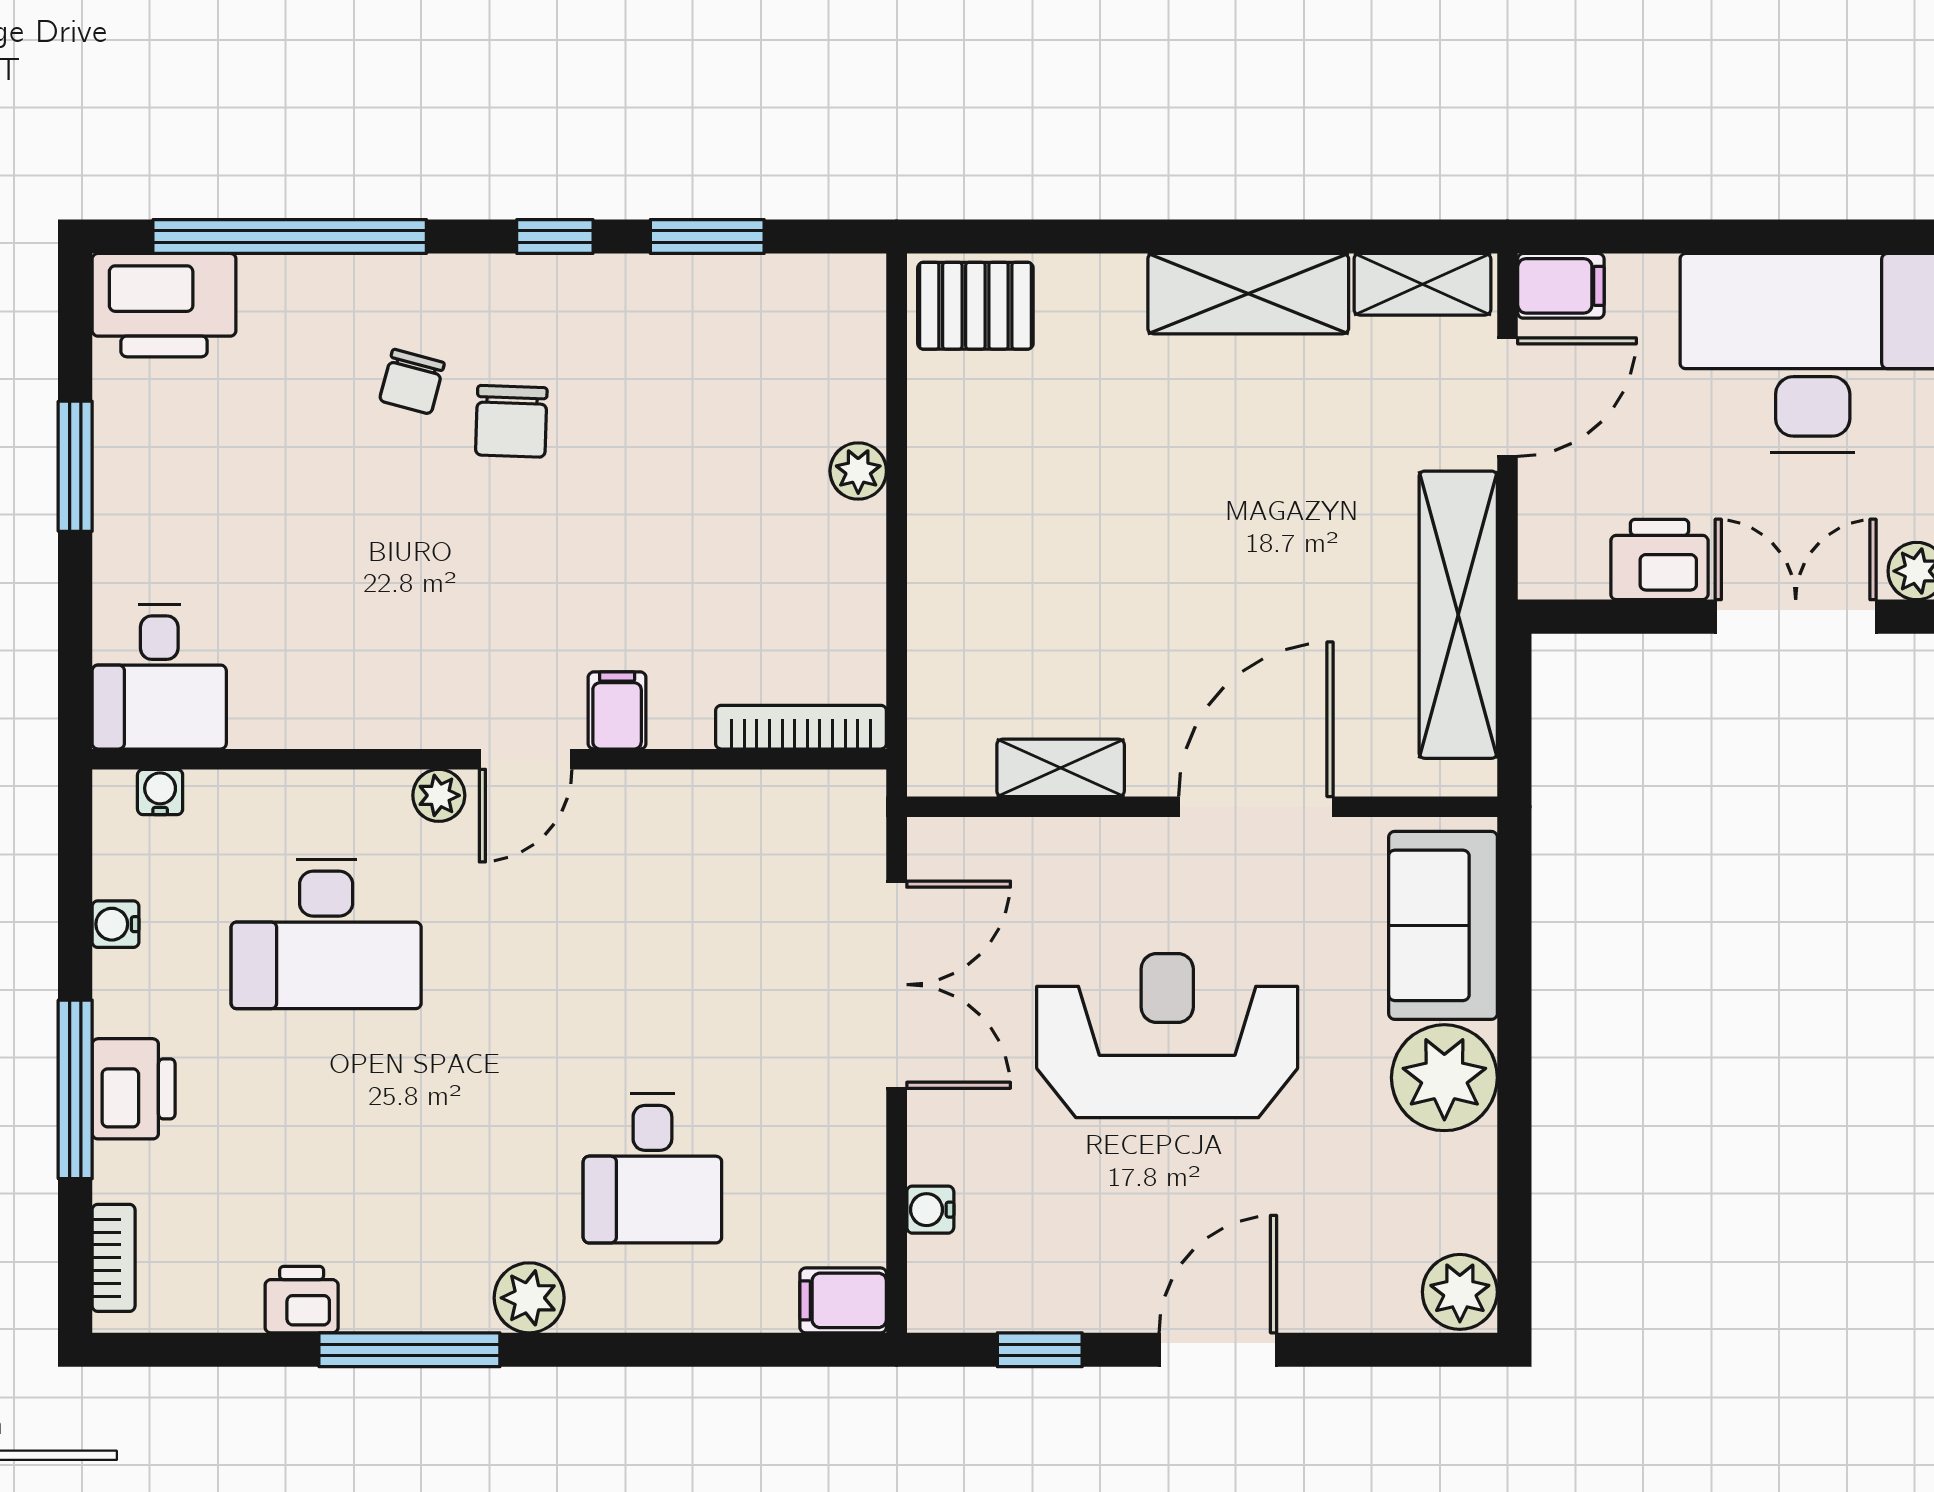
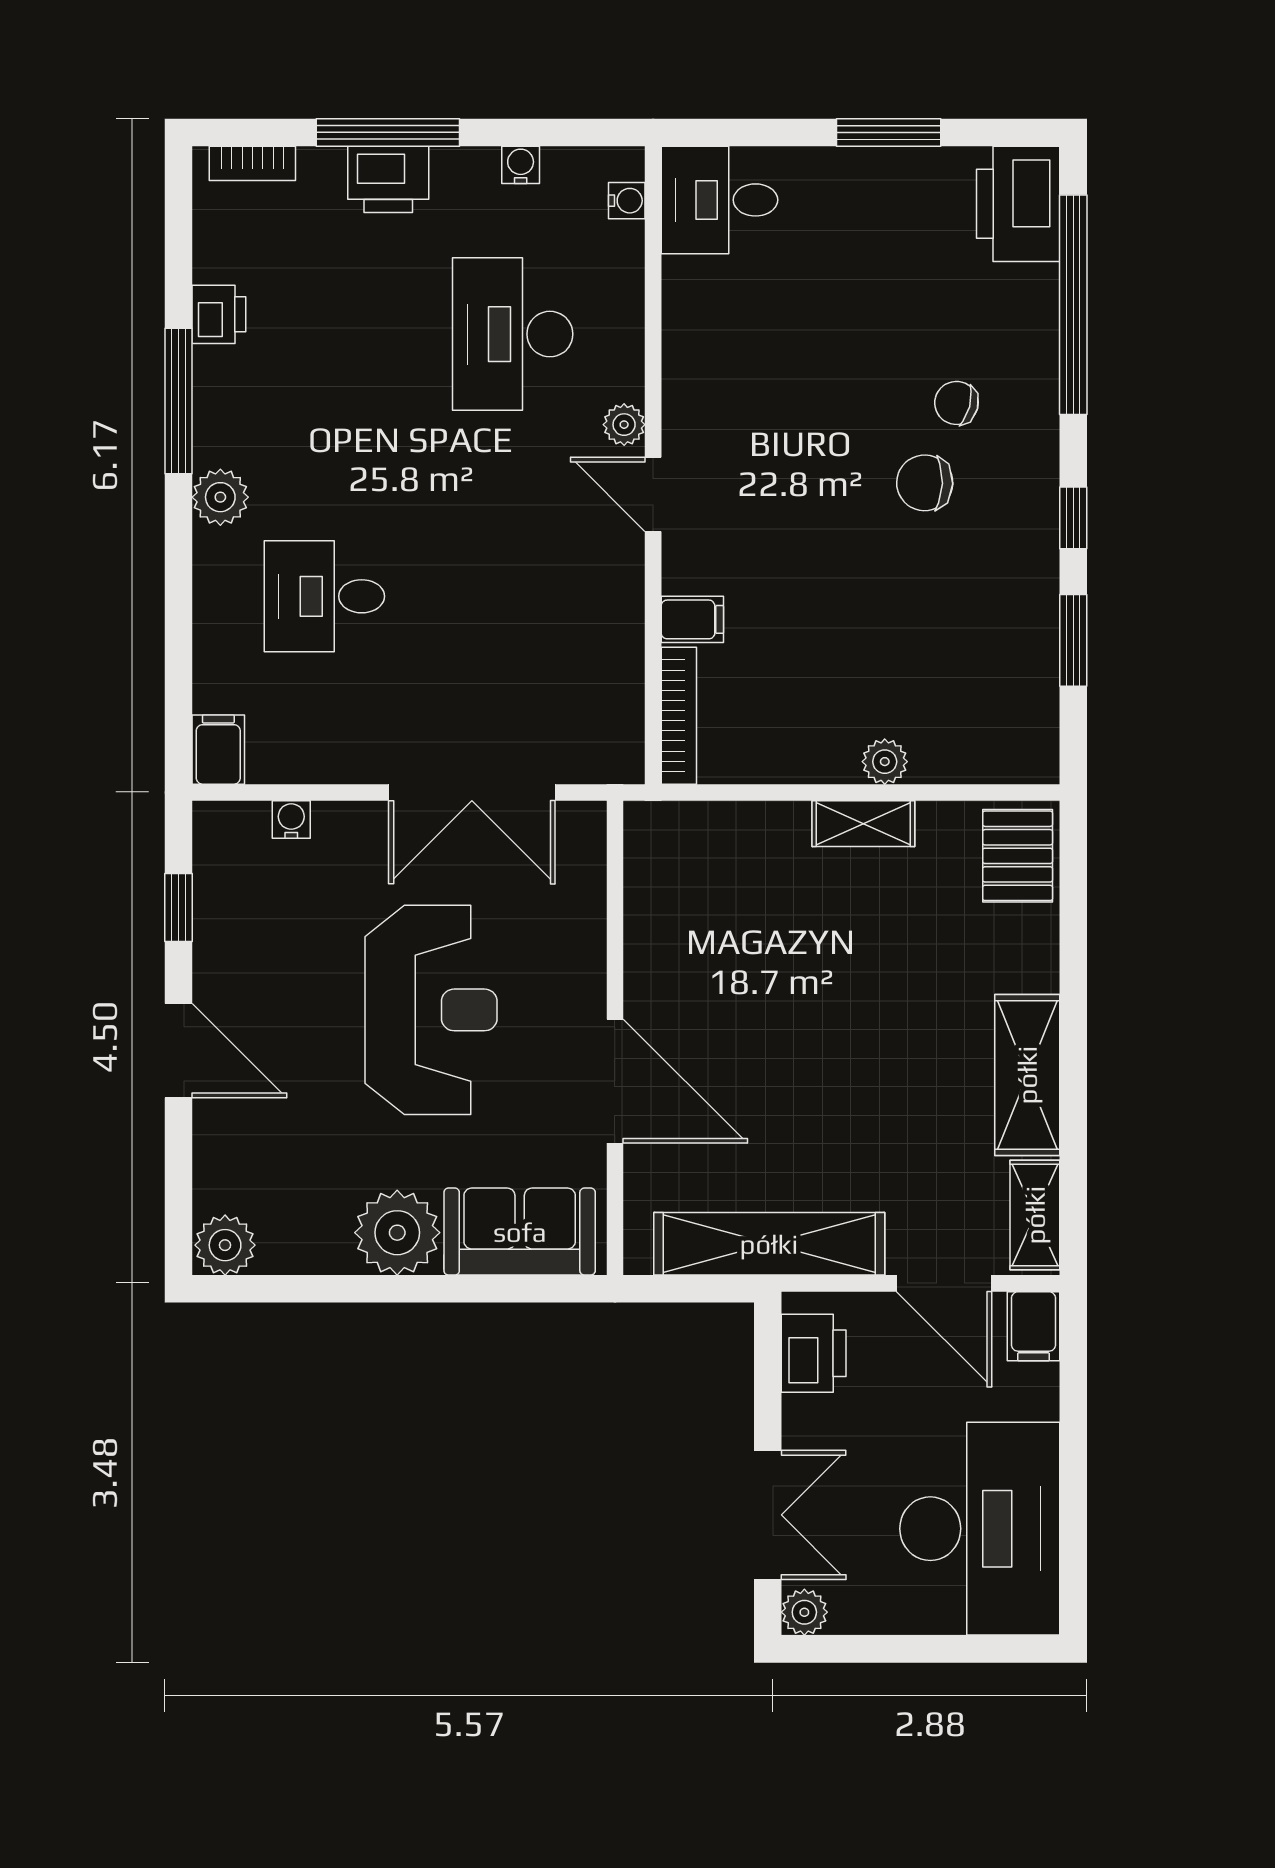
printer: (1659, 559) -> (814, 1353), moved
filing cabinet: (617, 710) -> (692, 619), moved
shelving: (1061, 768) -> (863, 824), moved, turned 90

